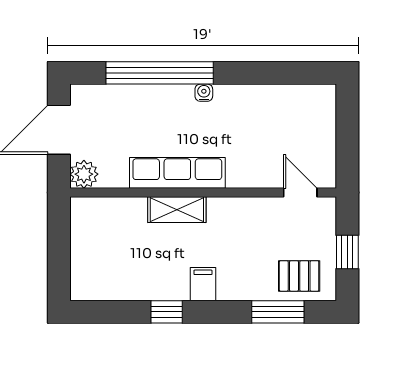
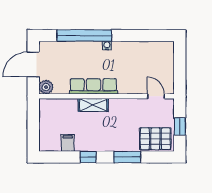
pallet: (299, 276) -> (155, 139), width x1.50, depth x1.42
filing cabinet: (203, 284) -> (68, 143), moved
window: (278, 312) -> (127, 157), moved

